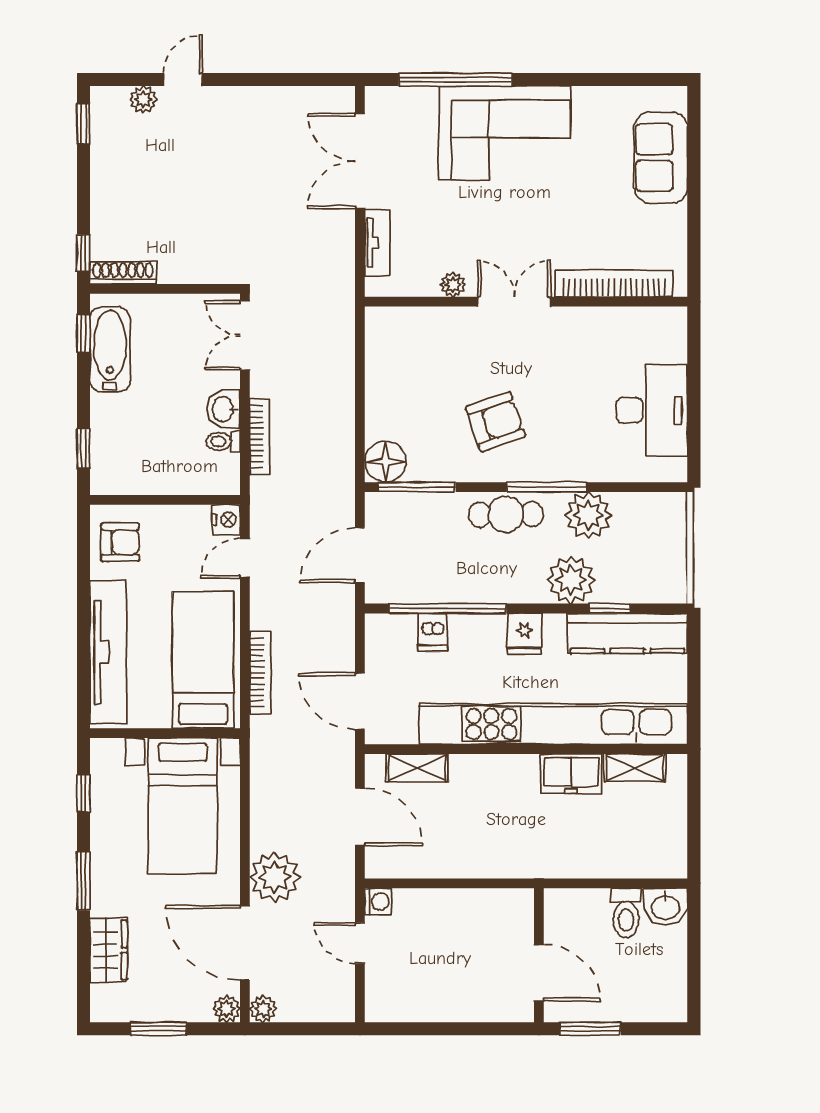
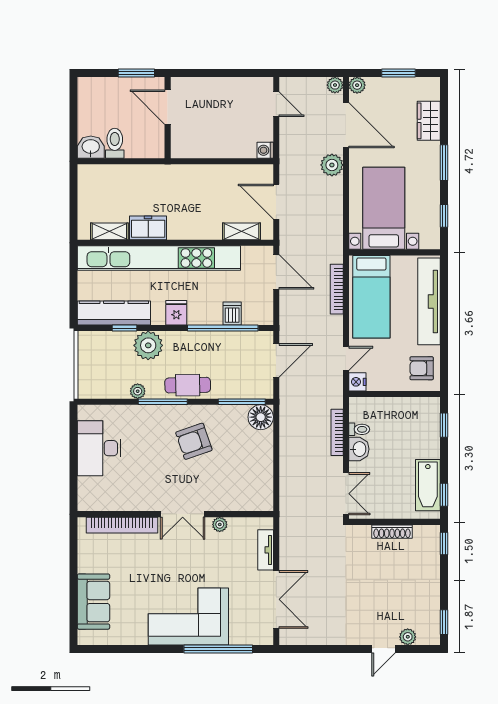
shoe rack: (123, 273) -> (392, 532), moved
plant: (588, 515) -> (138, 391), width x0.53, depth x0.53
plant: (275, 877) -> (332, 165), width x0.73, depth x0.73
door: (360, 943) -> (276, 104), moved

